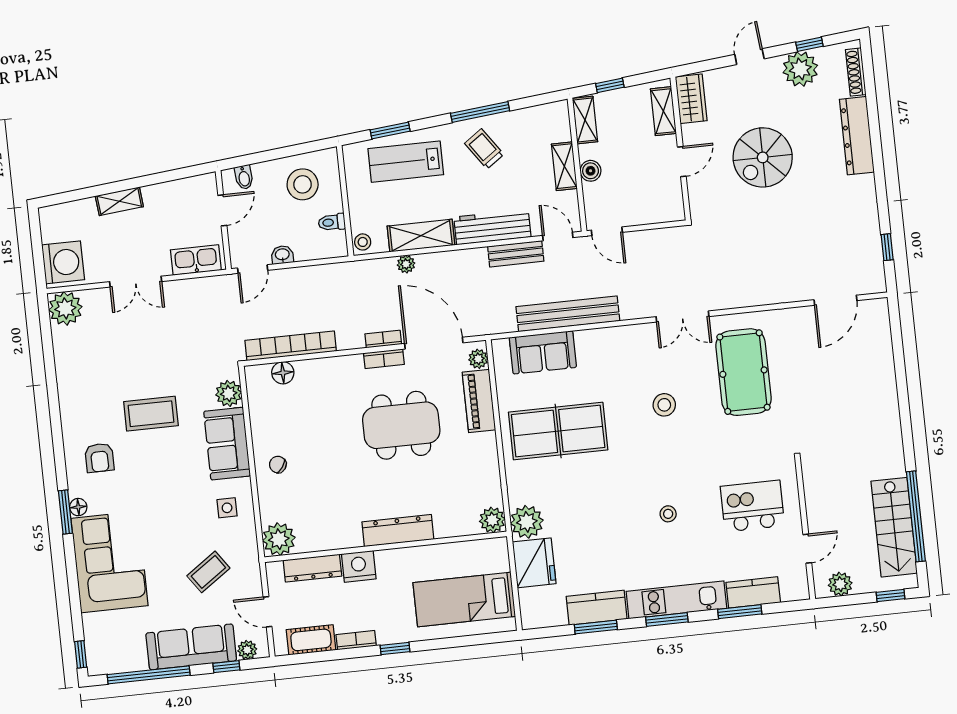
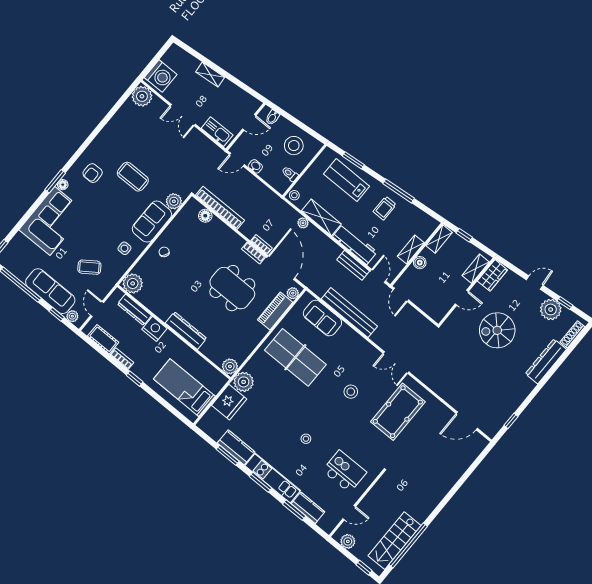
trolley: (484, 149) -> (385, 208), turned -145

